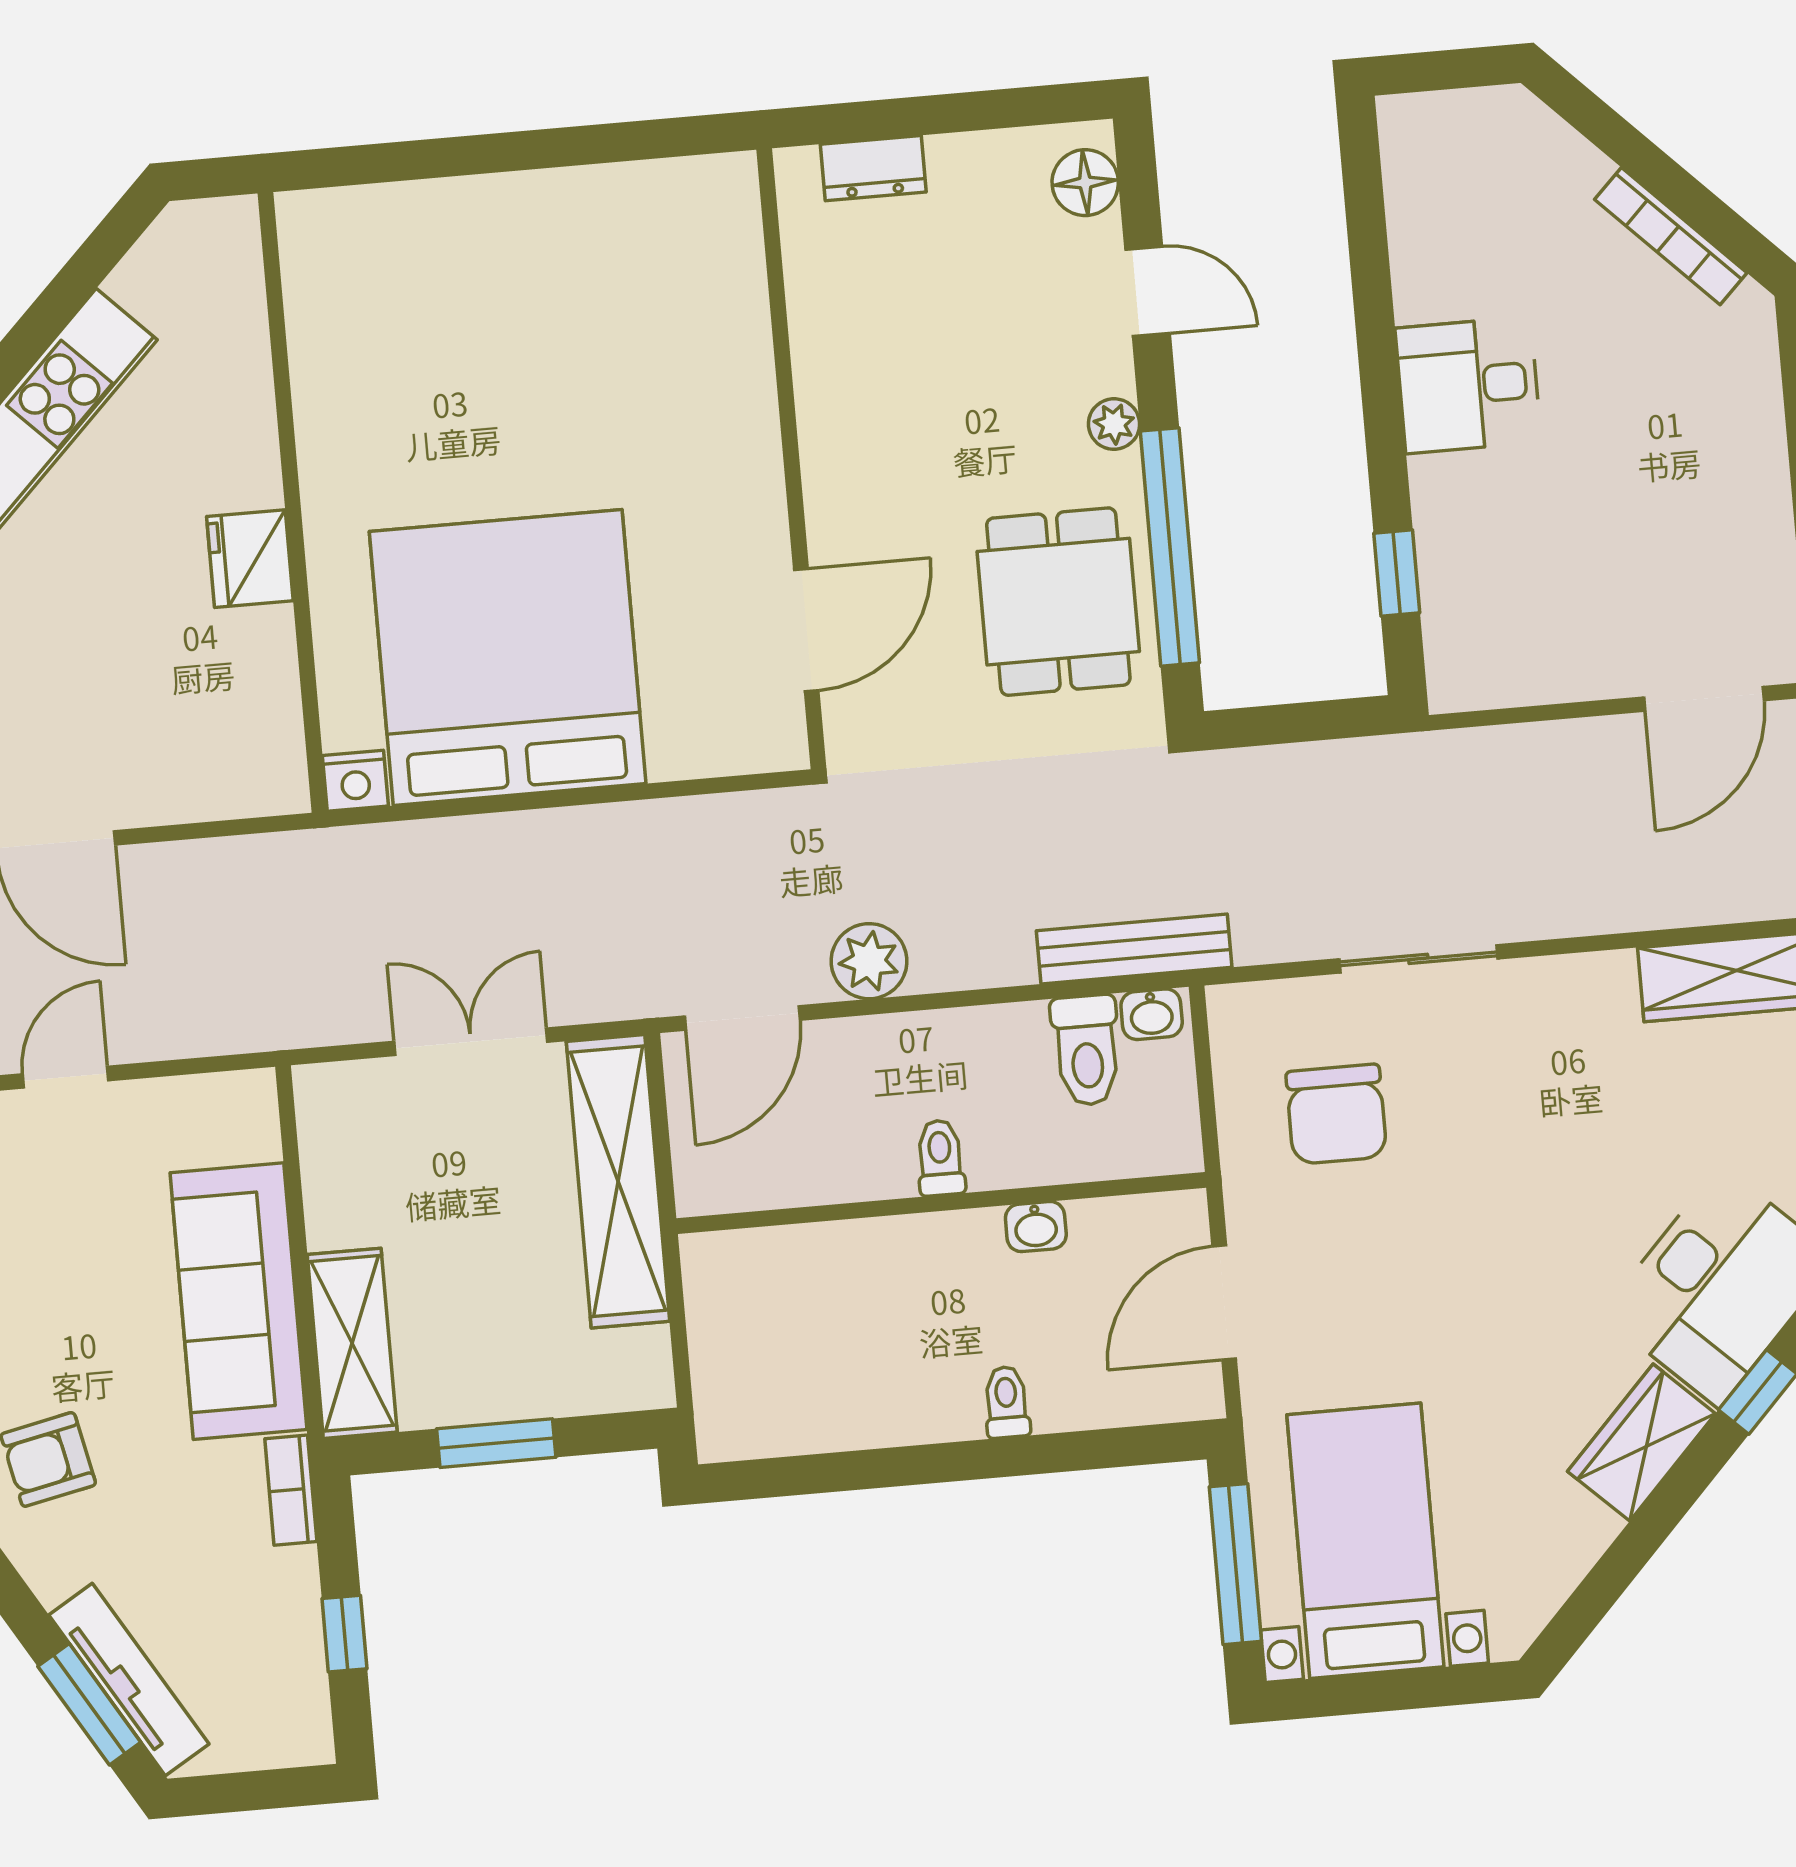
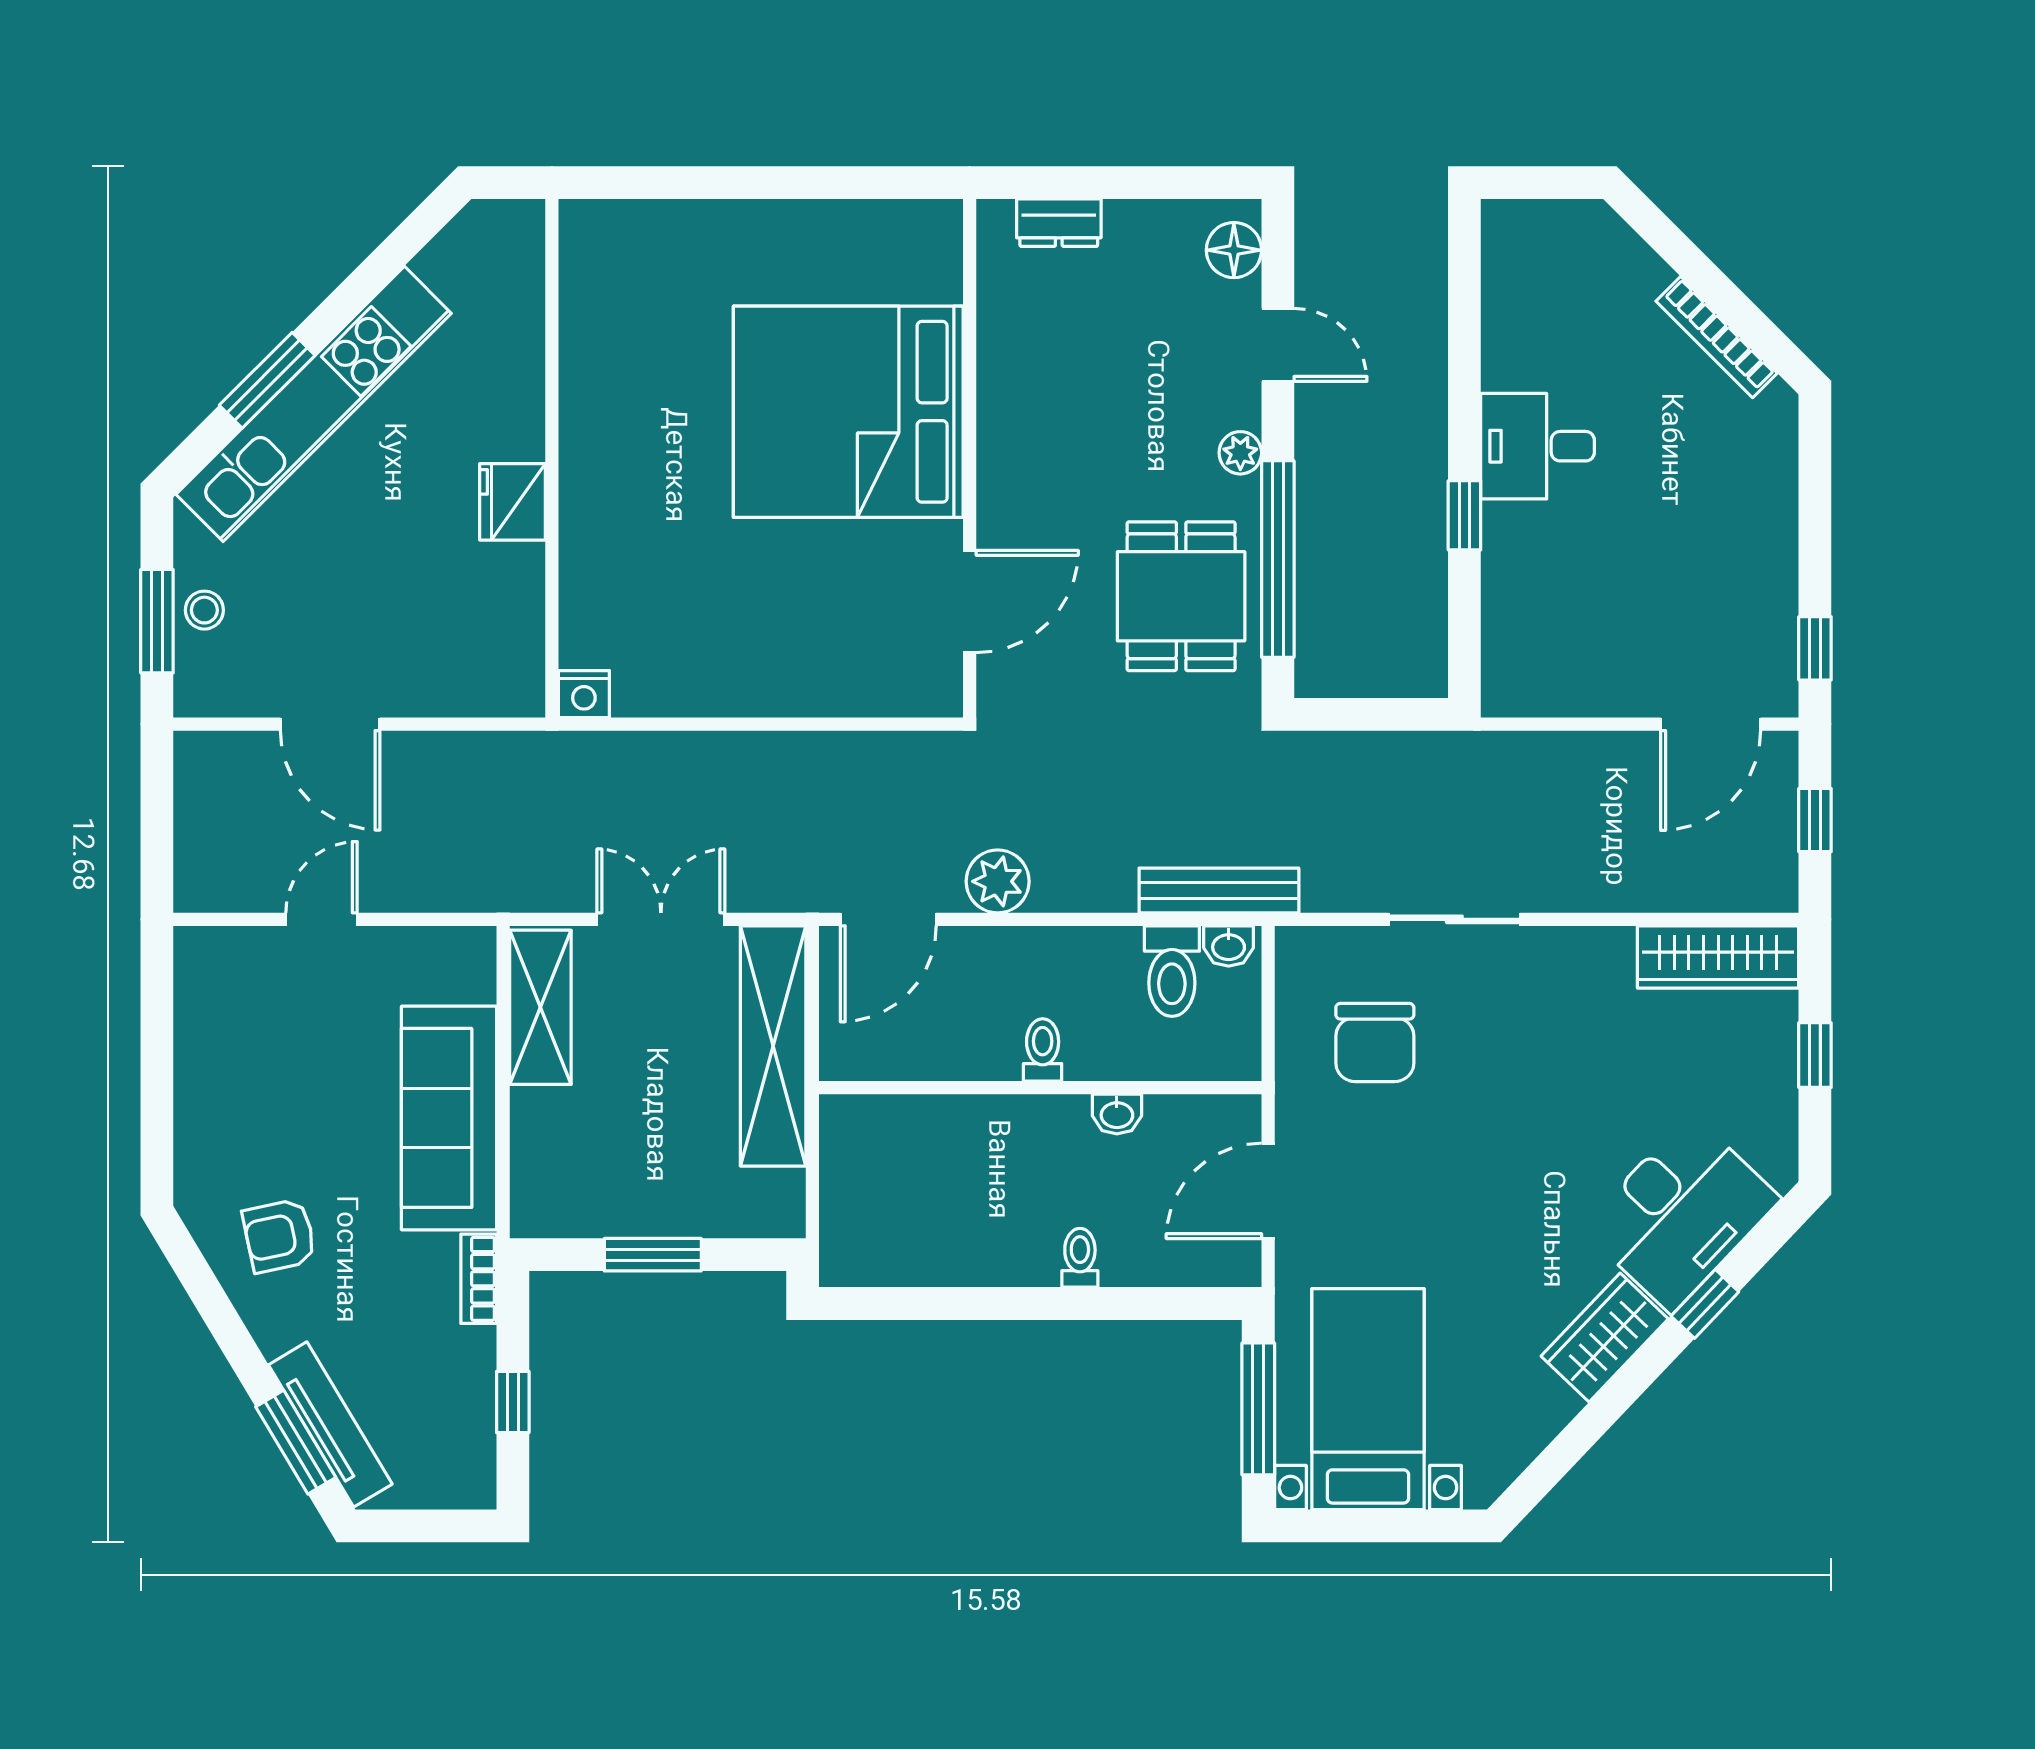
window: (1397, 573) -> (1464, 515), moved
bed: (508, 657) -> (848, 412), moved, turned -90
shelving: (352, 1343) -> (540, 1007), moved

